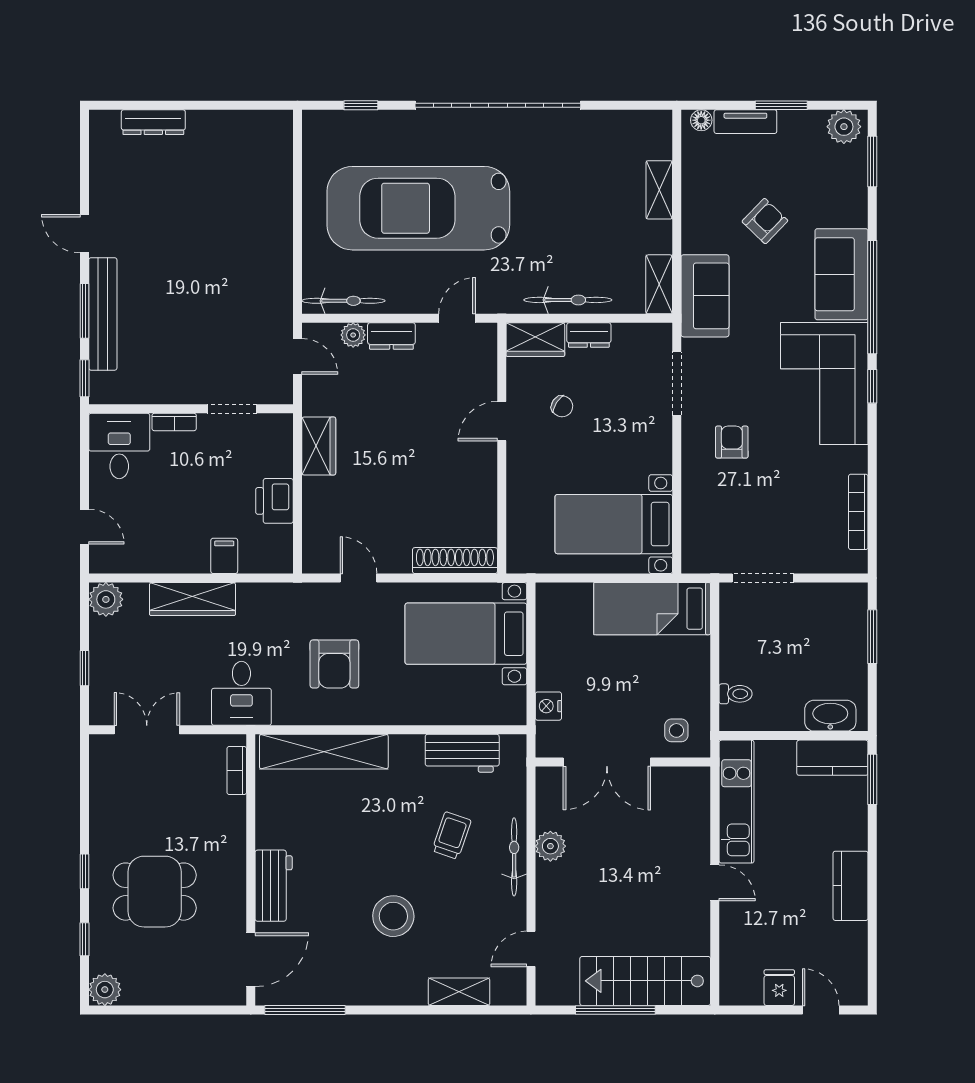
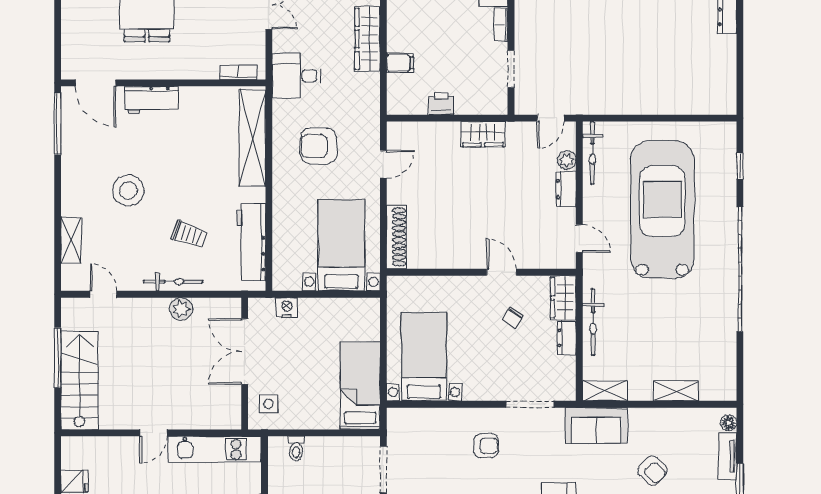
printer: (274, 501) -> (442, 104), width x0.73, depth x0.81
workbench: (462, 753) -> (251, 242), width x1.38

